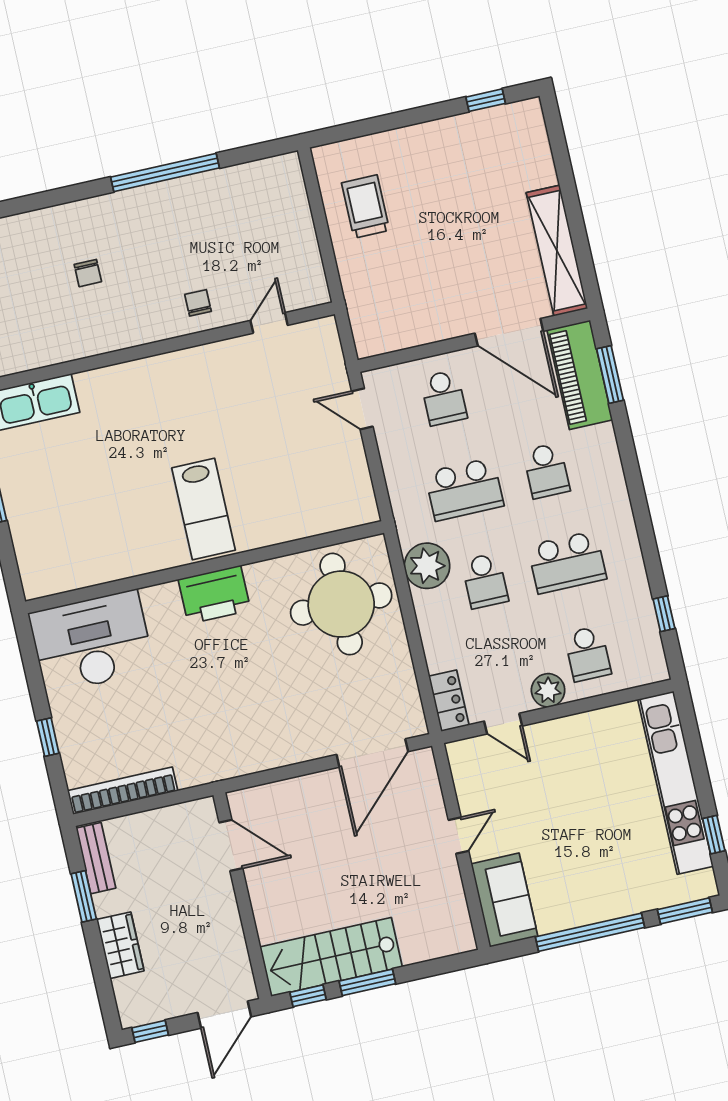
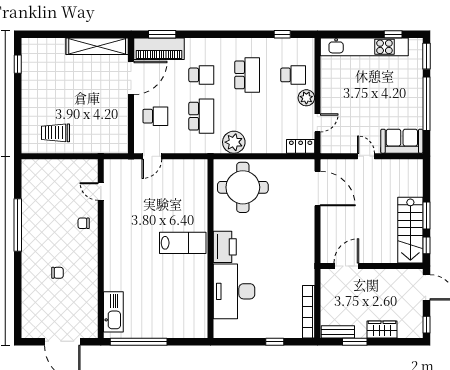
school desk: (485, 581) -> (247, 116), removed
desk: (92, 642) -> (234, 291), moved

